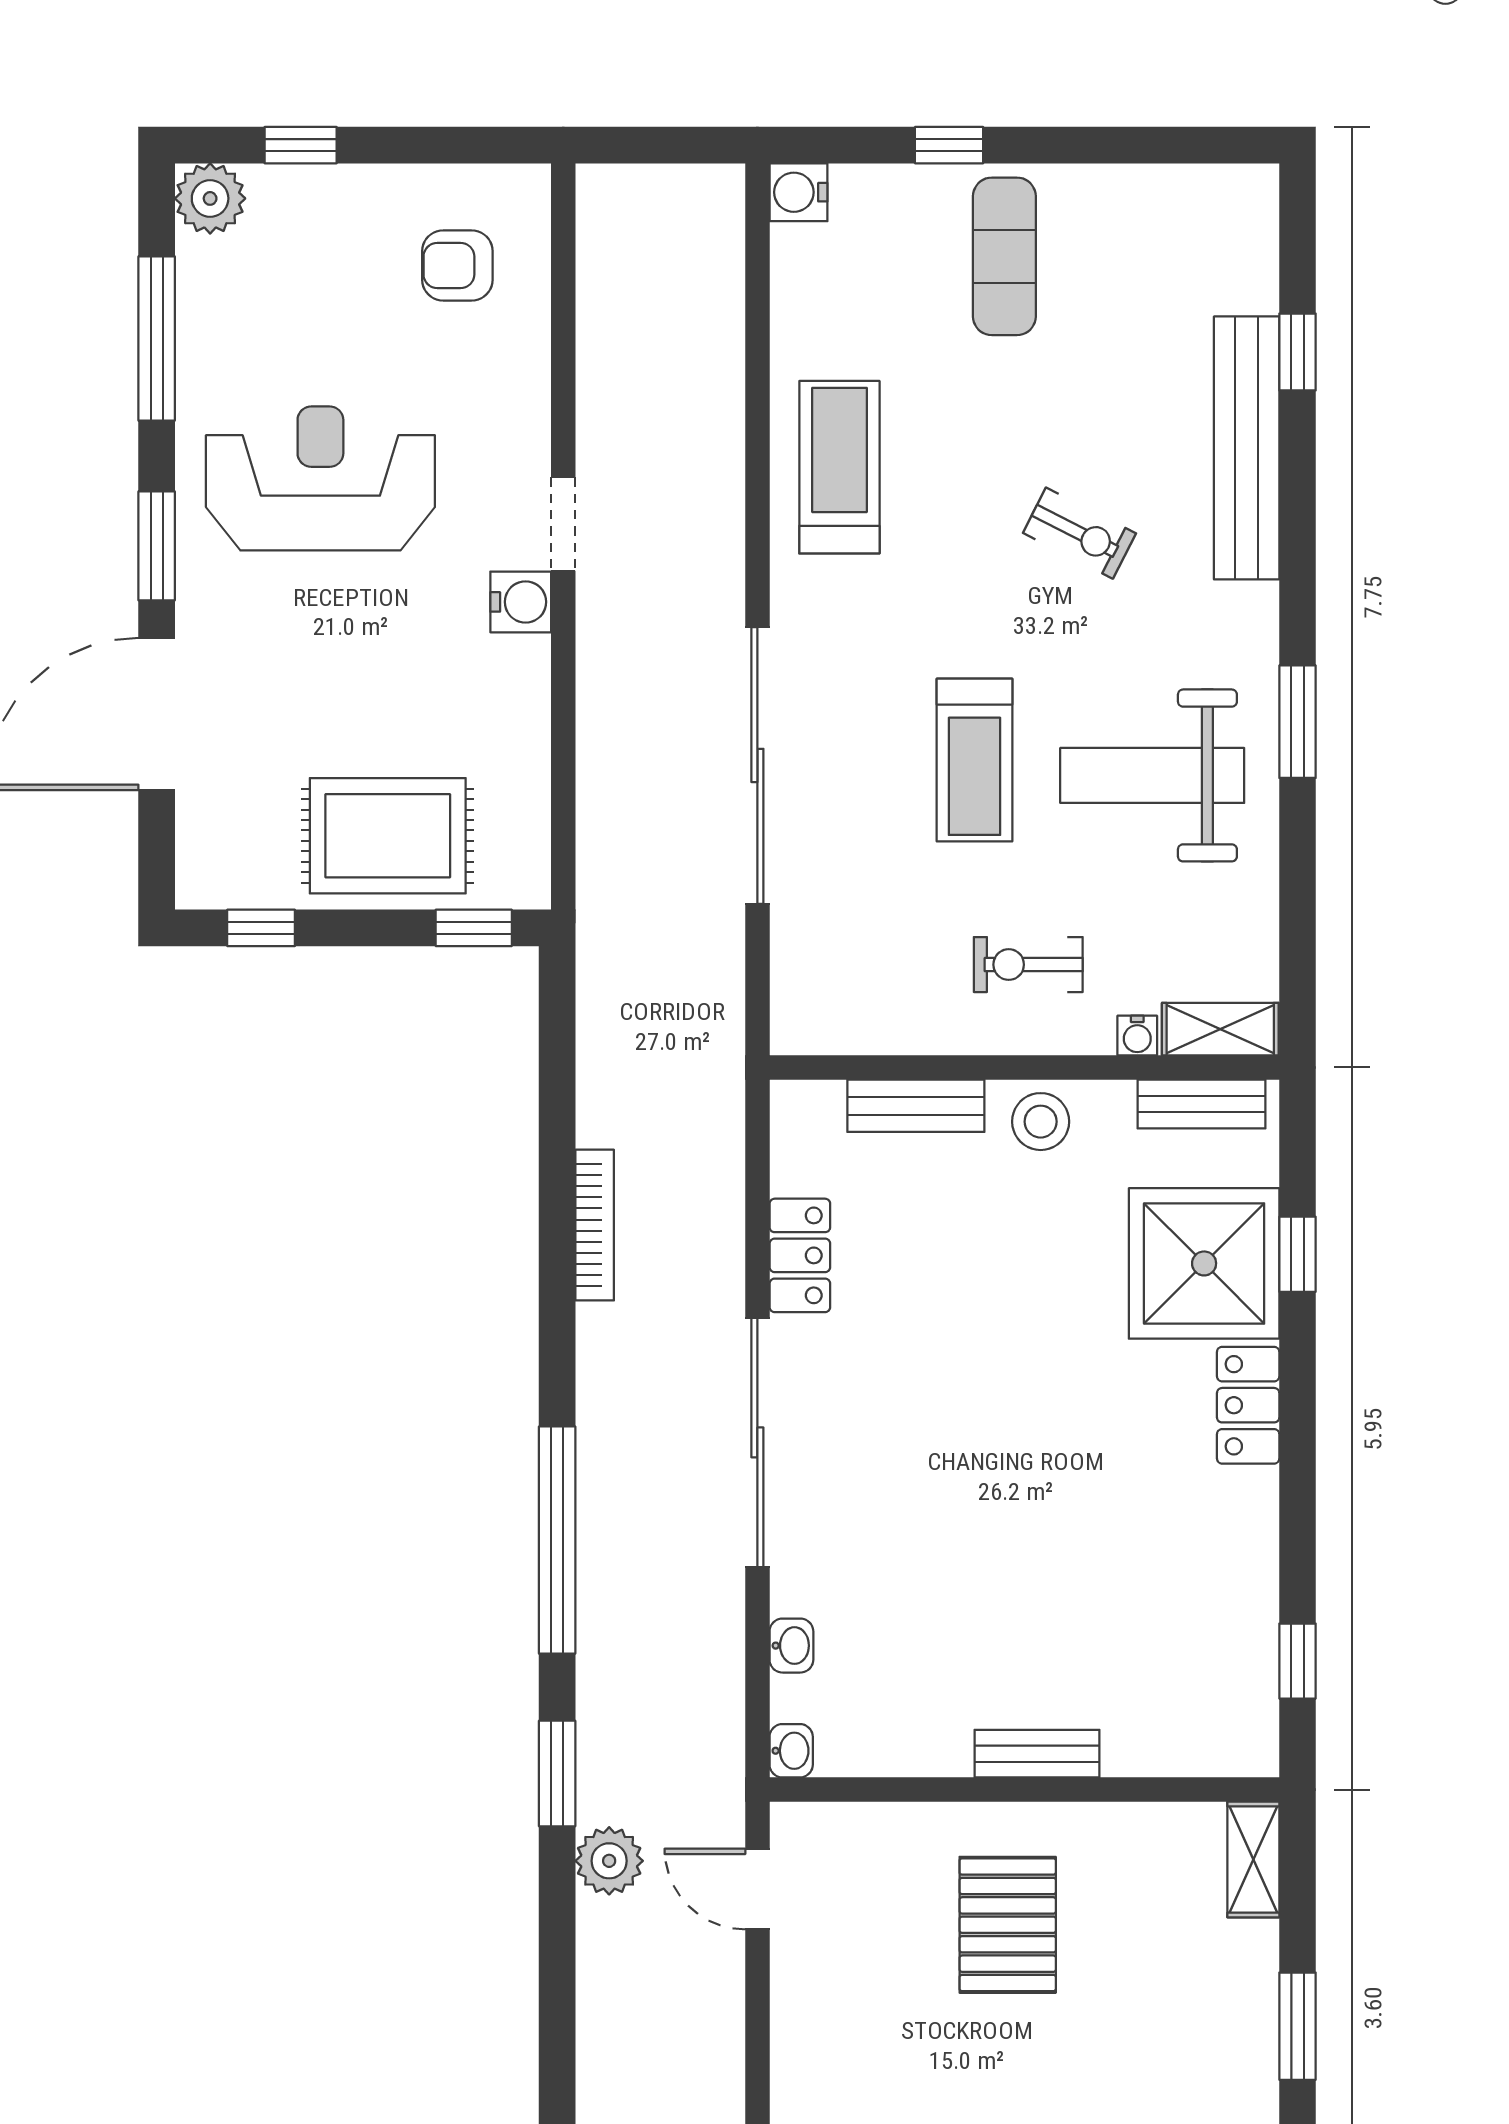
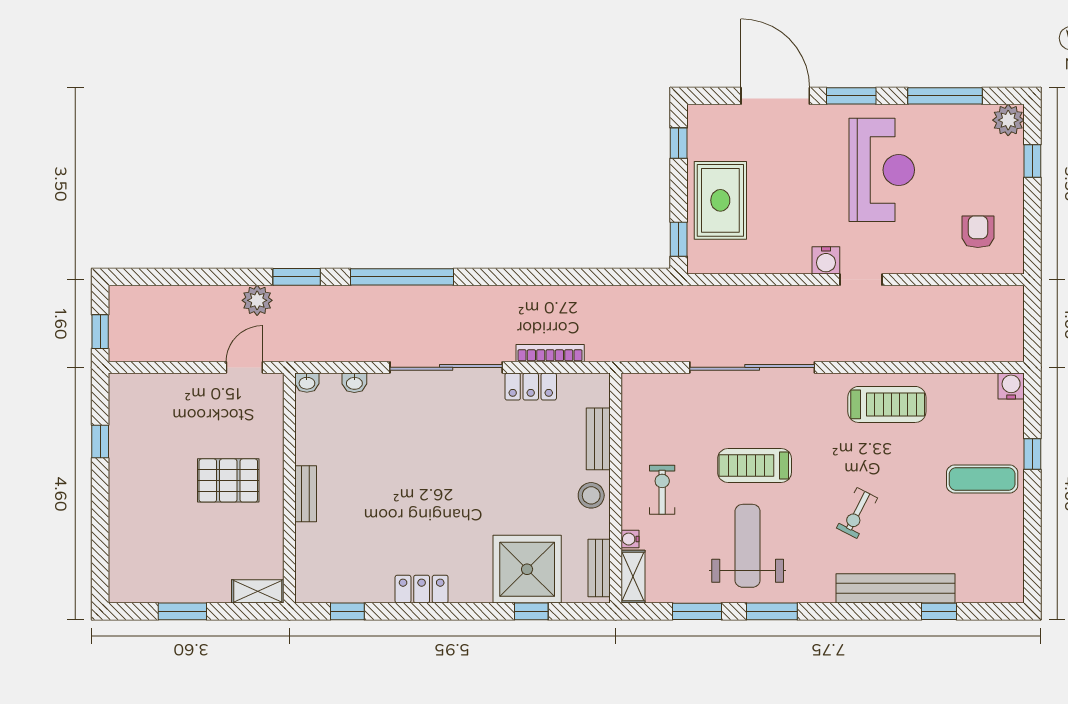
window: (1298, 887) -> (697, 611), added
bookcase: (595, 1225) -> (550, 353), moved, turned 180
locker: (1248, 1405) -> (422, 589), moved

